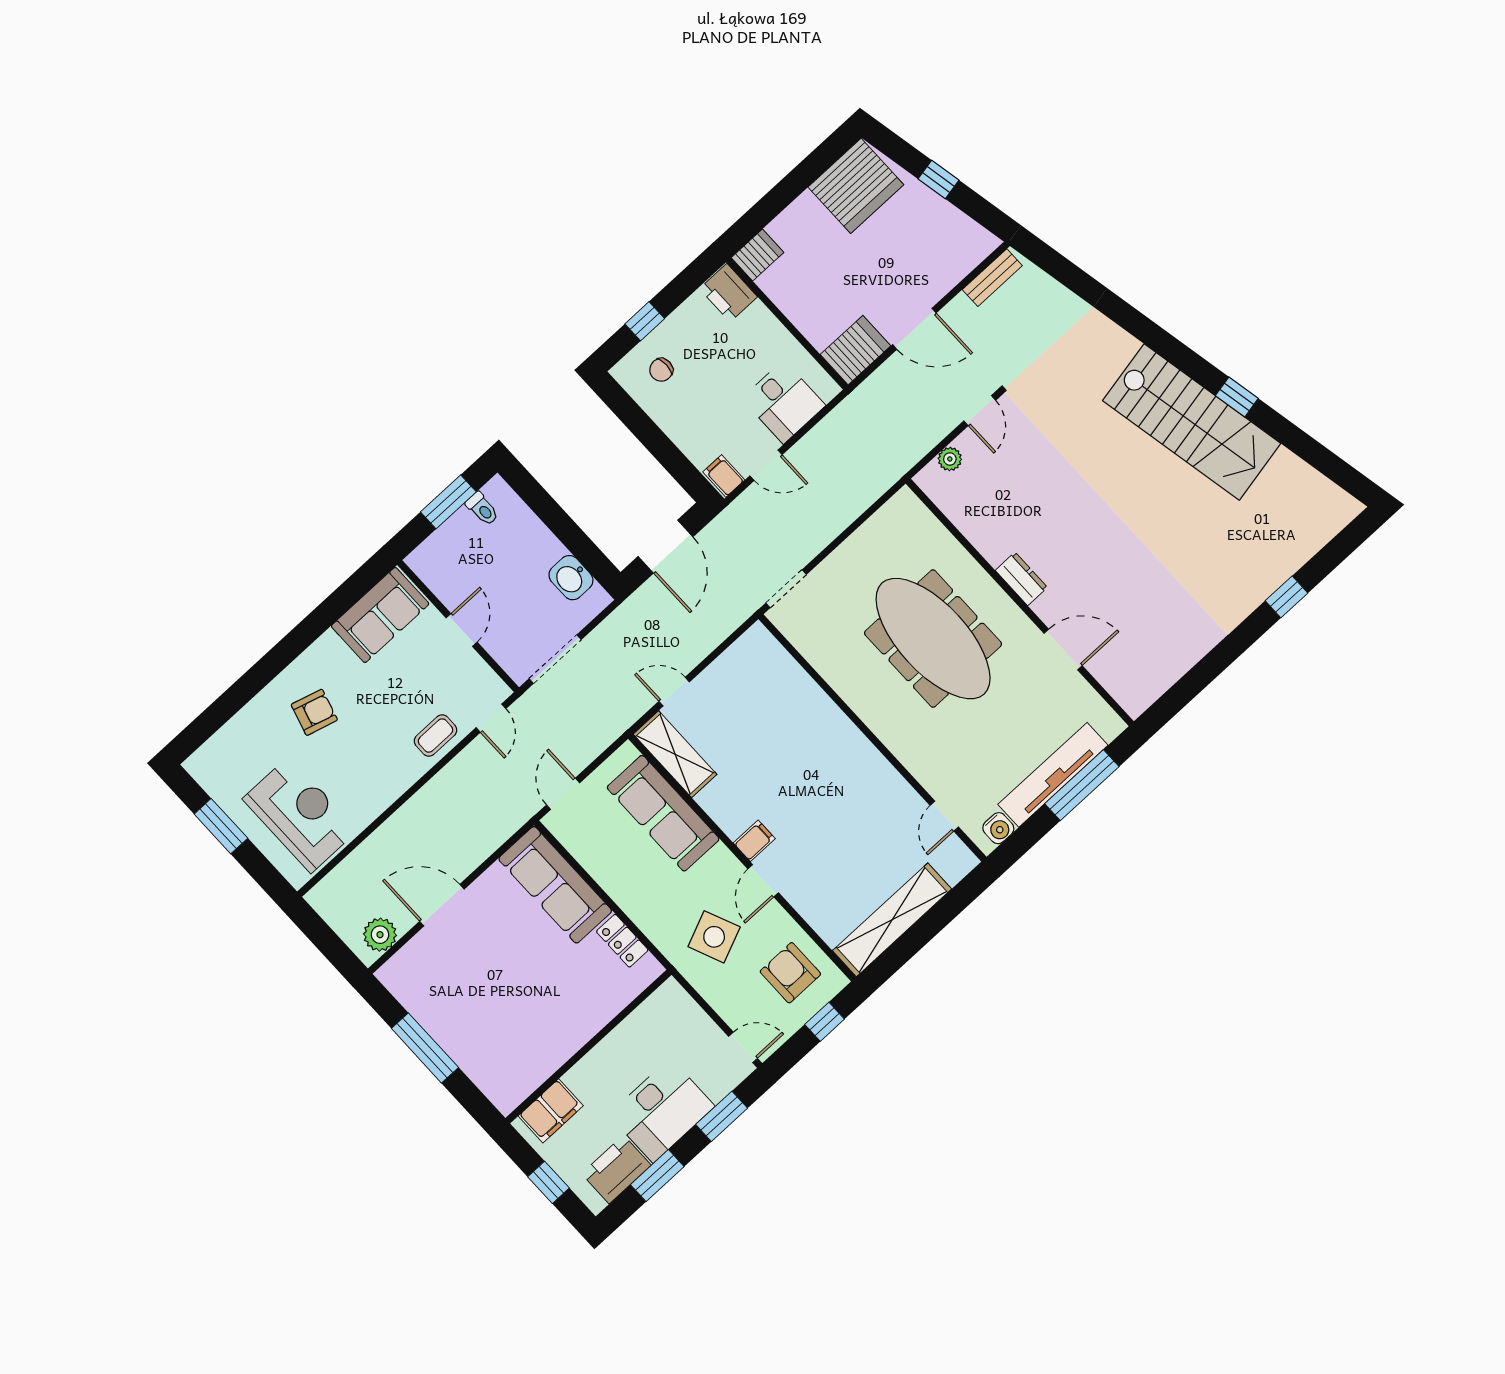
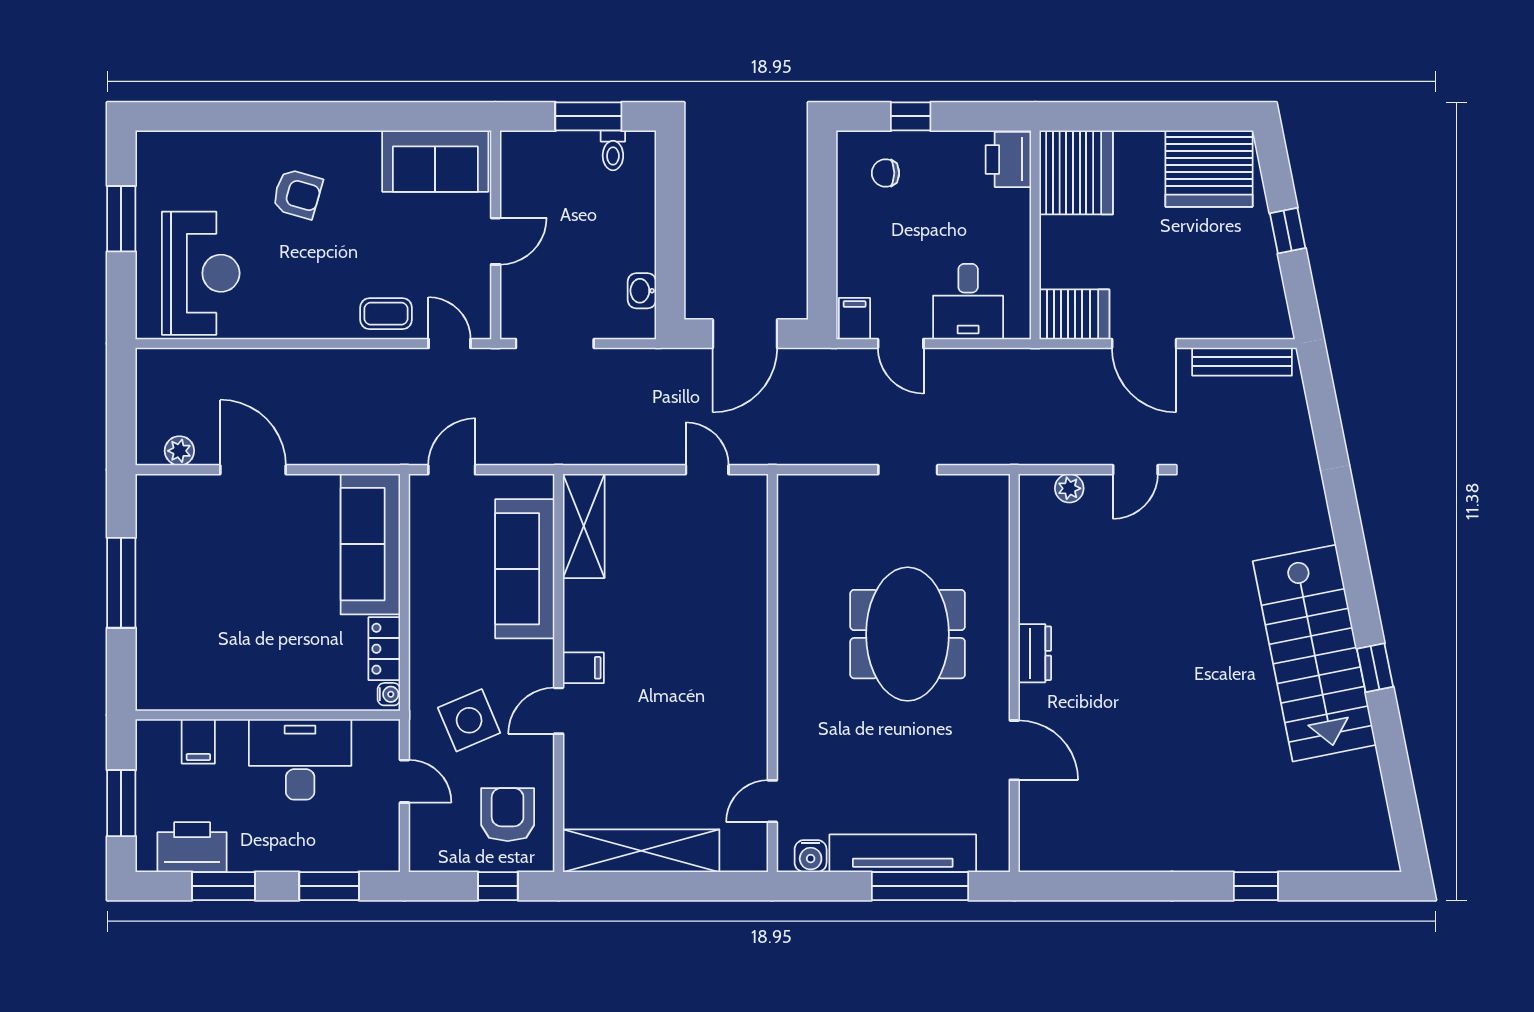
server rack: (757, 255) -> (1076, 172), width x2.18, depth x1.44
bench: (992, 278) -> (1242, 362), width x1.36
washbasin: (571, 578) -> (642, 291), width x0.72, depth x0.69
doorway: (786, 589) -> (908, 470), moved
meeting table: (933, 639) -> (908, 634), width x0.73
door: (674, 692) -> (707, 470), moved
door: (491, 718) -> (450, 344), swing flipped
plant: (380, 935) -> (179, 451), width x0.73, depth x0.73
water cooler: (651, 966) -> (389, 694), added
door: (743, 1047) -> (404, 781), moved
desk: (662, 1110) -> (300, 759), moved, turned 180
filing cabinet: (551, 1111) -> (198, 741), width x0.50
window: (548, 1182) -> (121, 803), width x1.50

